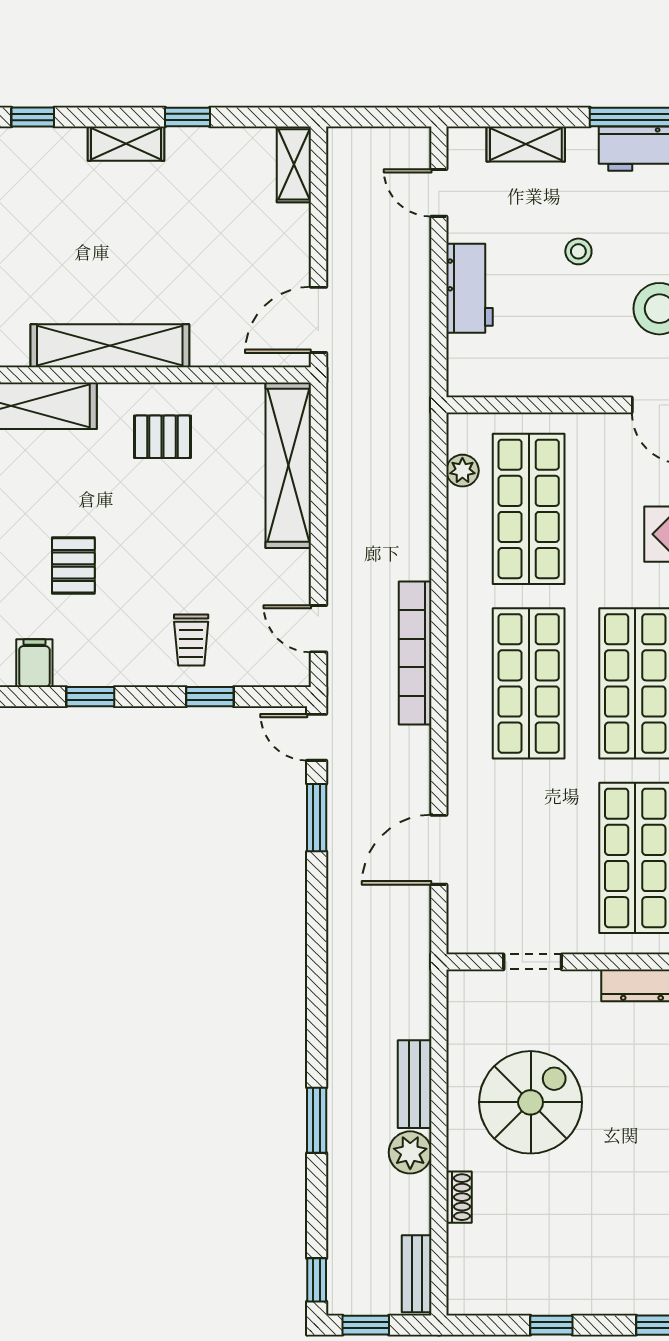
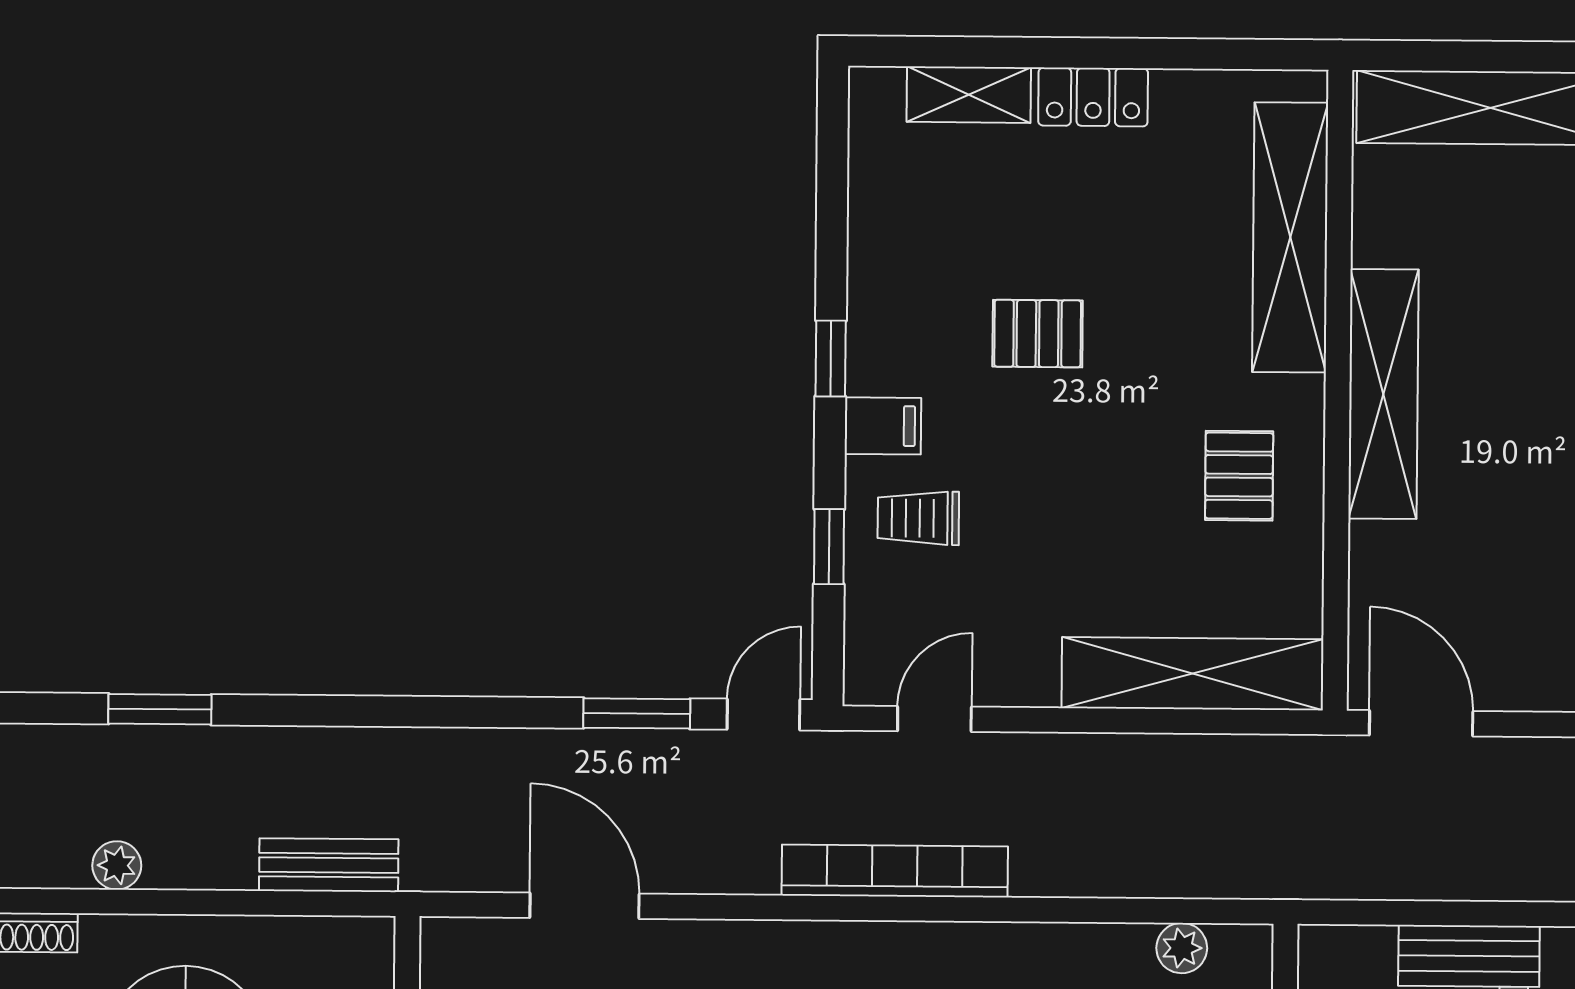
filing cabinet: (34, 663) -> (883, 426), moved
bench: (415, 1084) -> (329, 865), moved
plant: (410, 1152) -> (117, 865), width x0.73, depth x0.73

